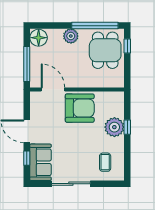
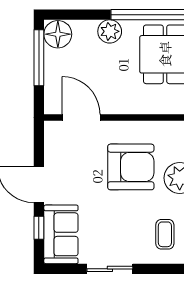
window: (27, 64) -> (39, 58), moved
armchair: (80, 108) -> (131, 167), moved
sliding door: (71, 184) -> (110, 269), width x0.73

